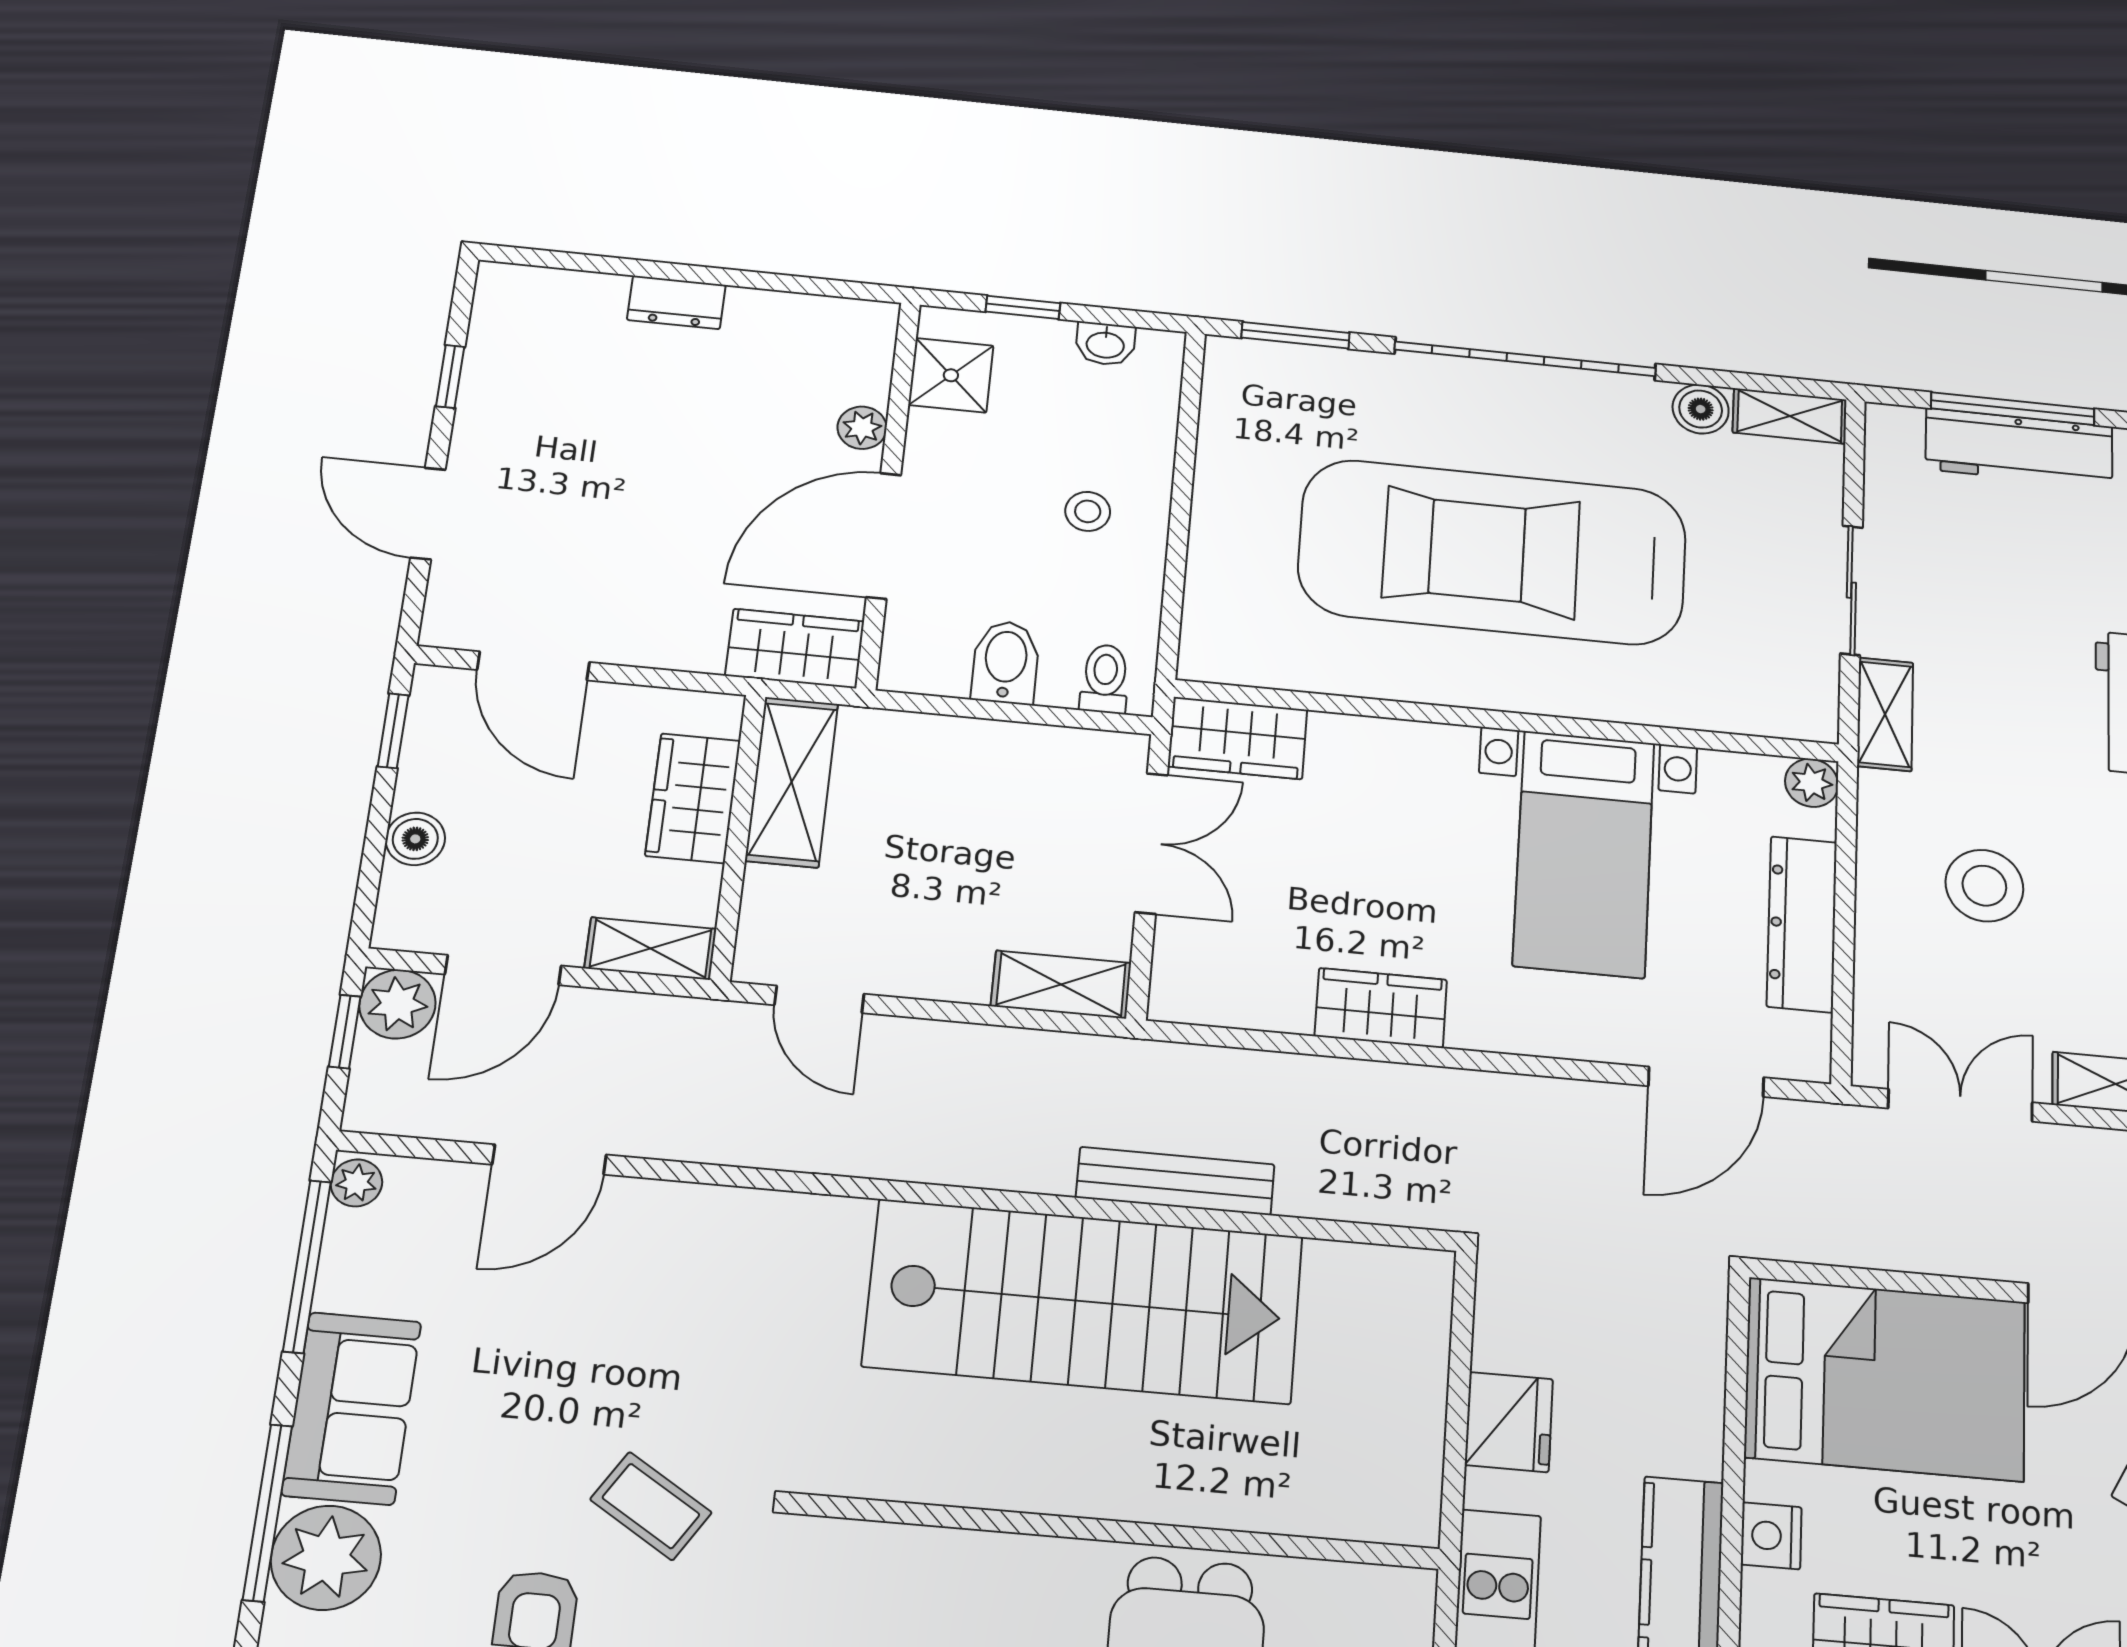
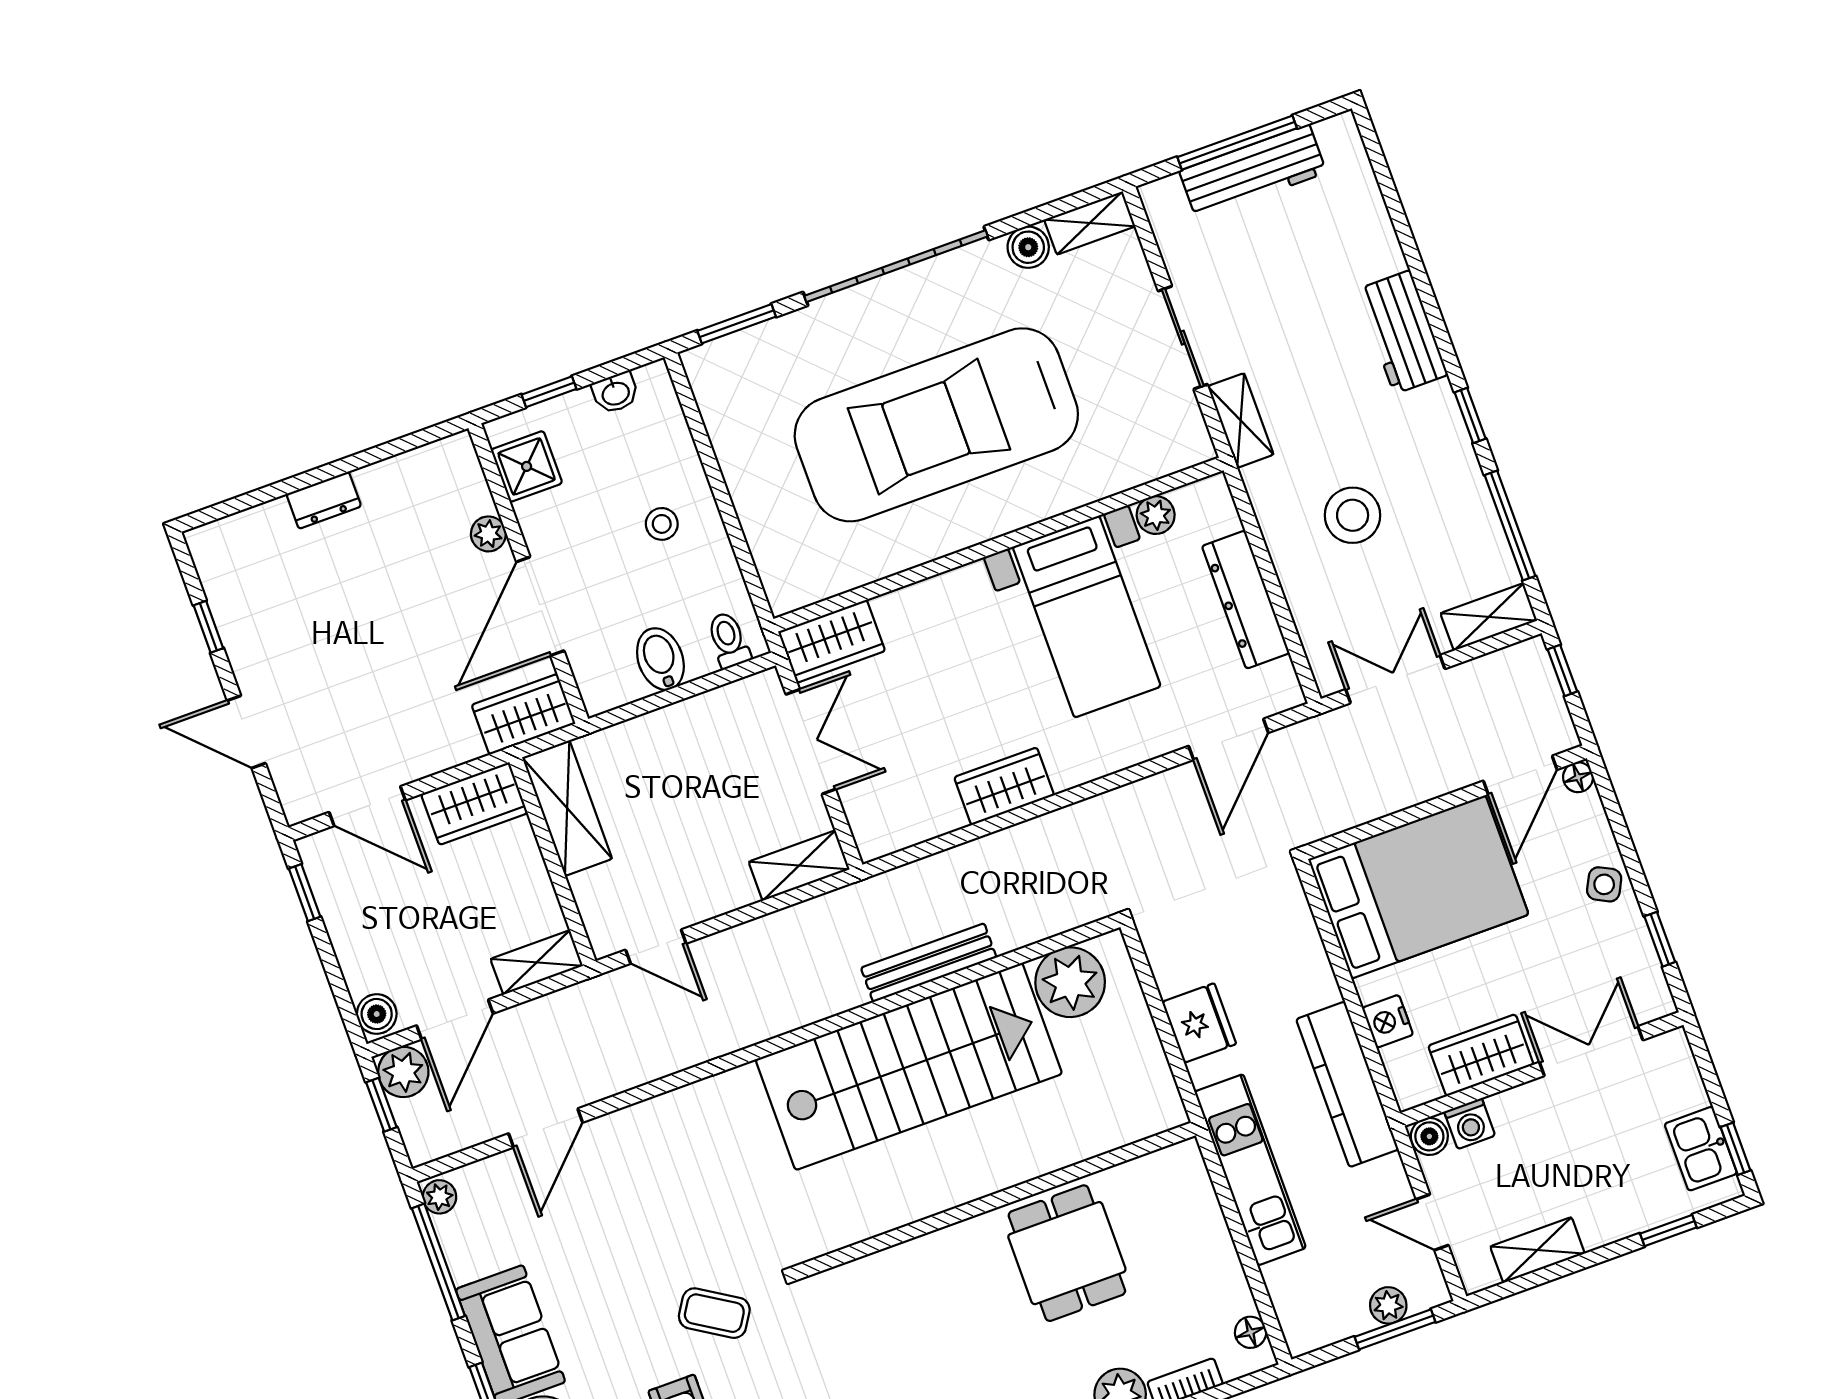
plant: (1812, 783) -> (1156, 515), moved
wardrobe: (693, 798) -> (474, 804), moved, turned -90
boiler: (415, 839) -> (377, 1014), moved
plant: (1356, 1291) -> (1070, 982), added

